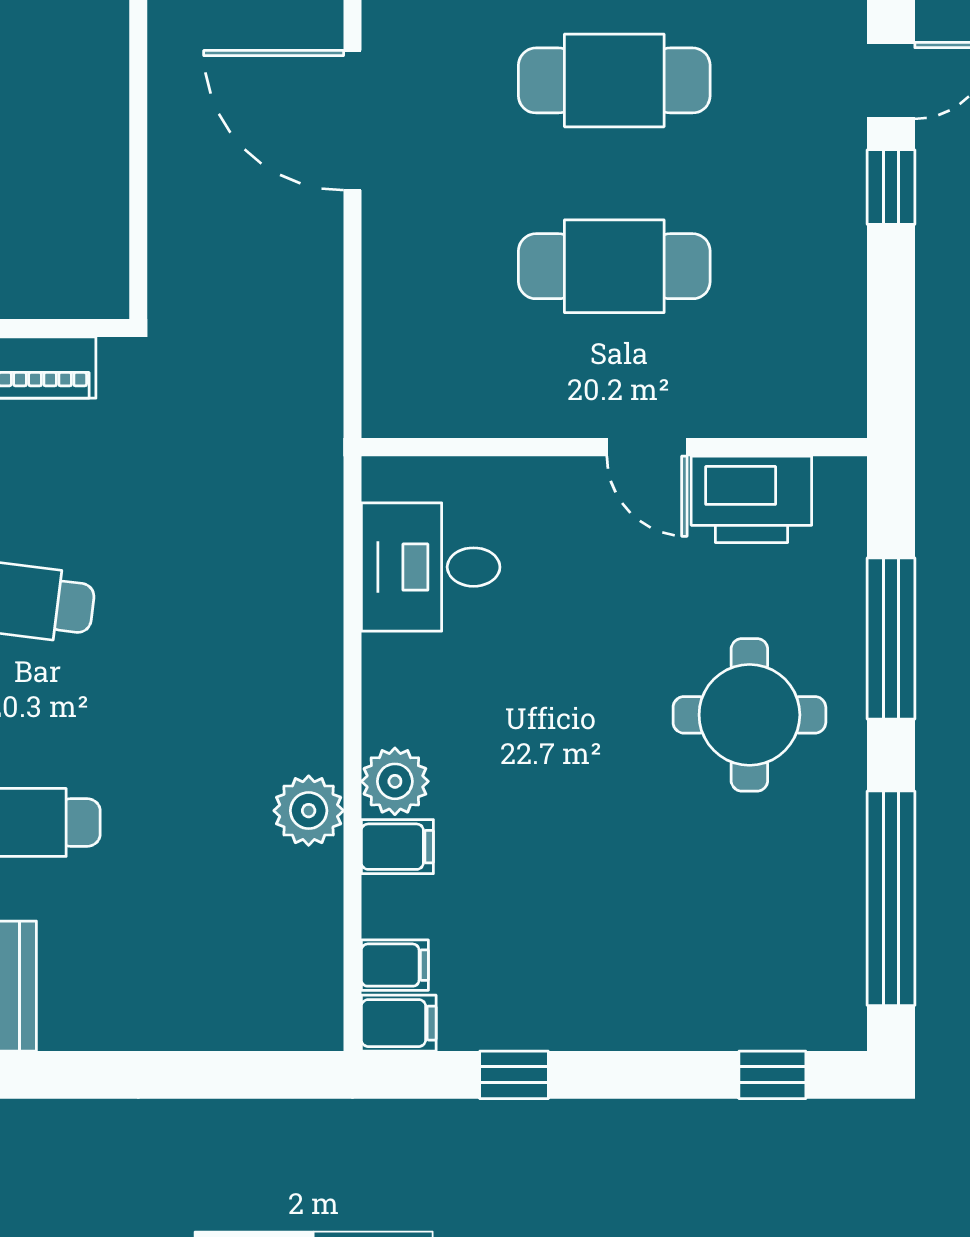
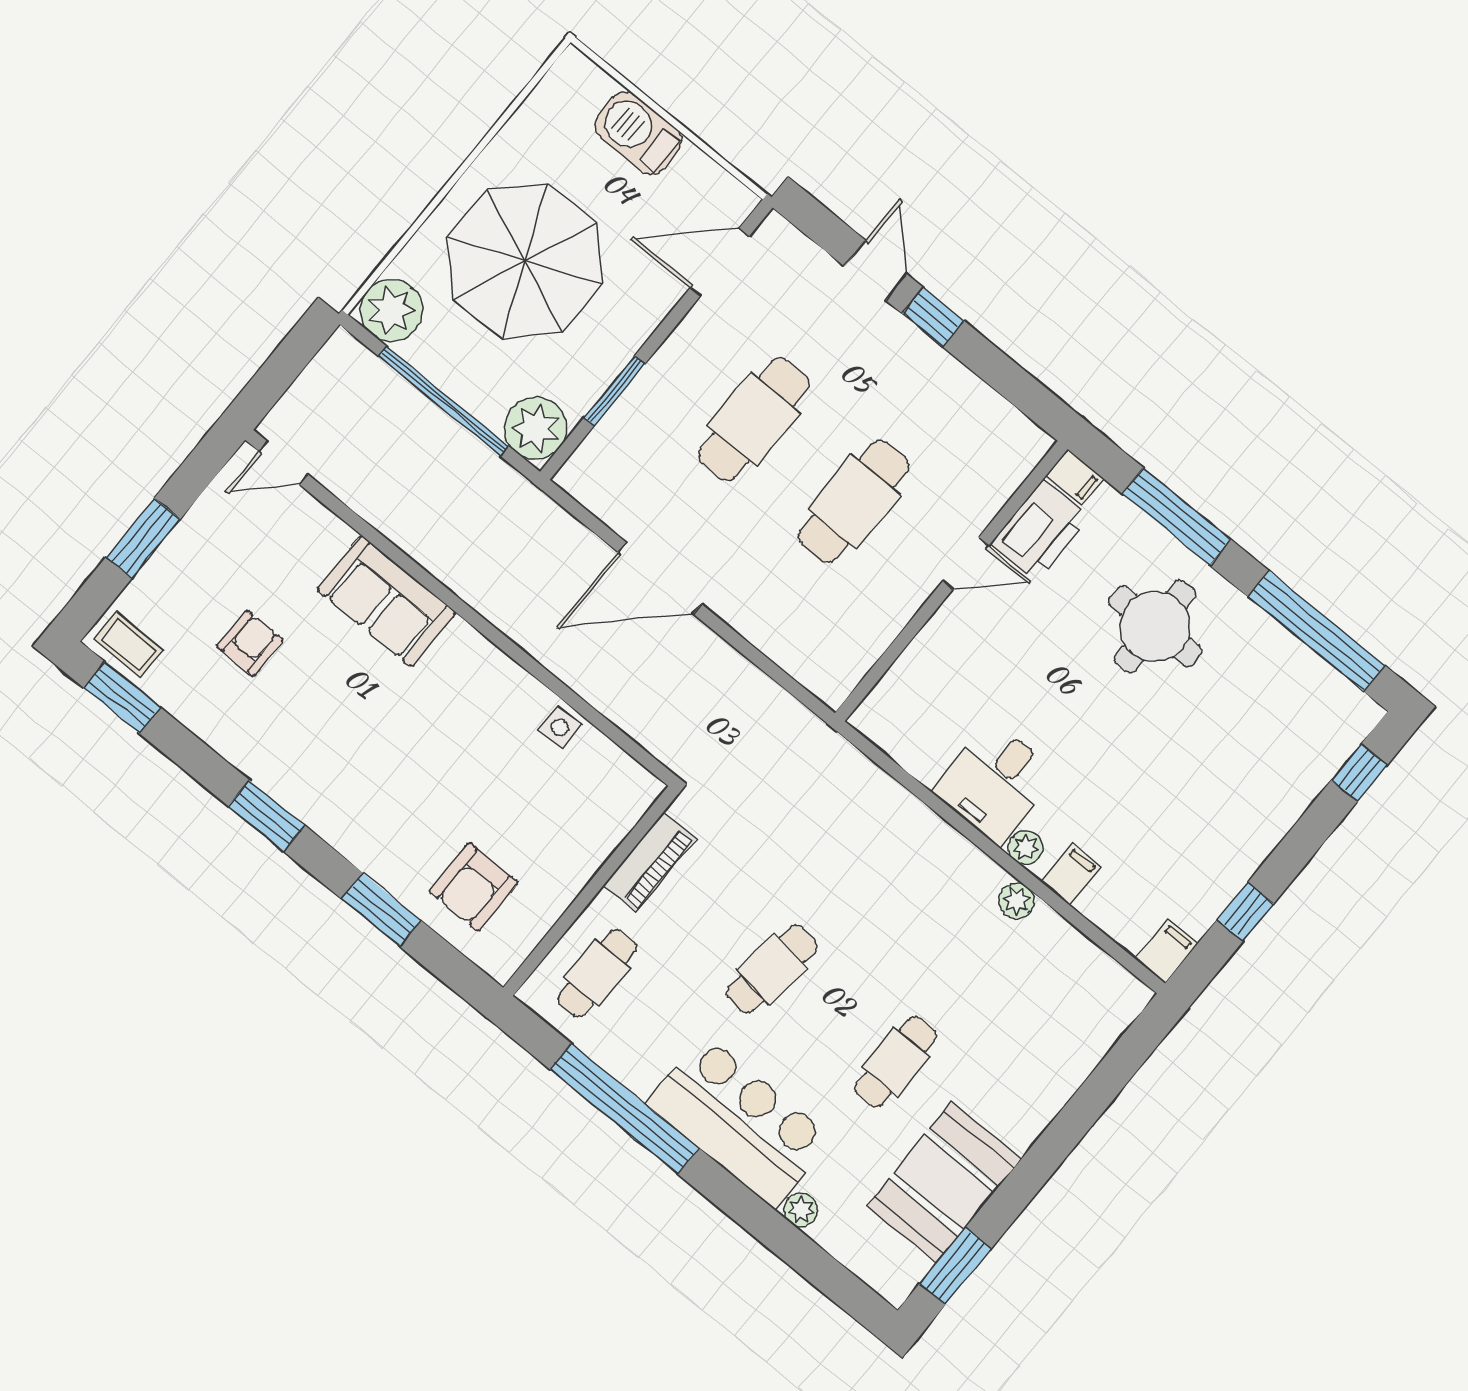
side table: (95, 145) -> (560, 728), added
desk: (431, 567) -> (995, 782), moved
plant: (395, 781) -> (1026, 848), width x0.73, depth x0.73
plant: (309, 811) -> (1016, 901), width x0.73, depth x0.73
filing cabinet: (395, 965) -> (1074, 477), moved, turned 90

